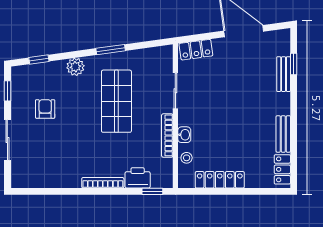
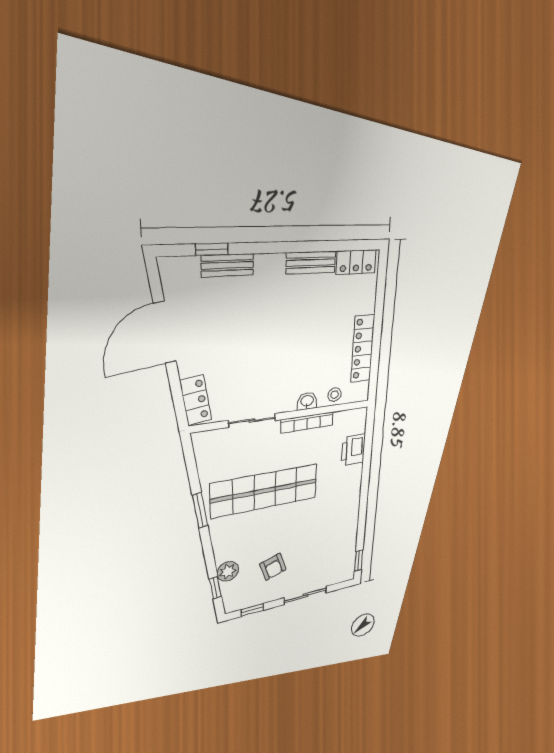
plant: (75, 67) -> (228, 571), moved
shop shelf: (116, 101) -> (265, 491), width x1.40
armchair: (45, 109) -> (273, 567), turned -108
bookcase: (103, 183) -> (356, 488), removed
window: (152, 191) -> (359, 561), moved

